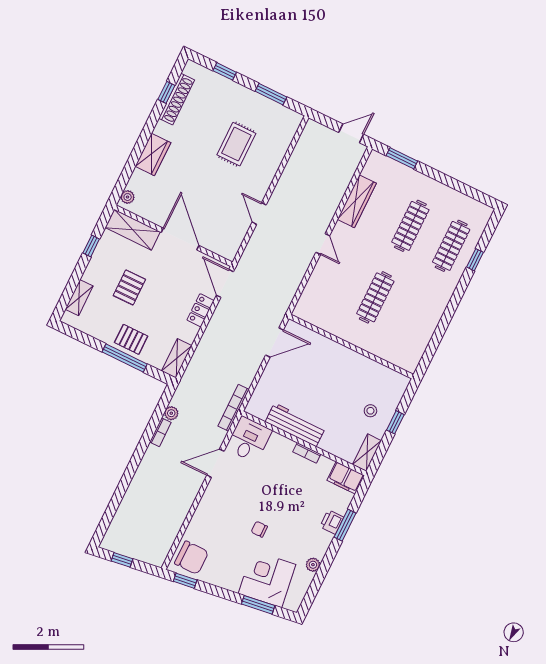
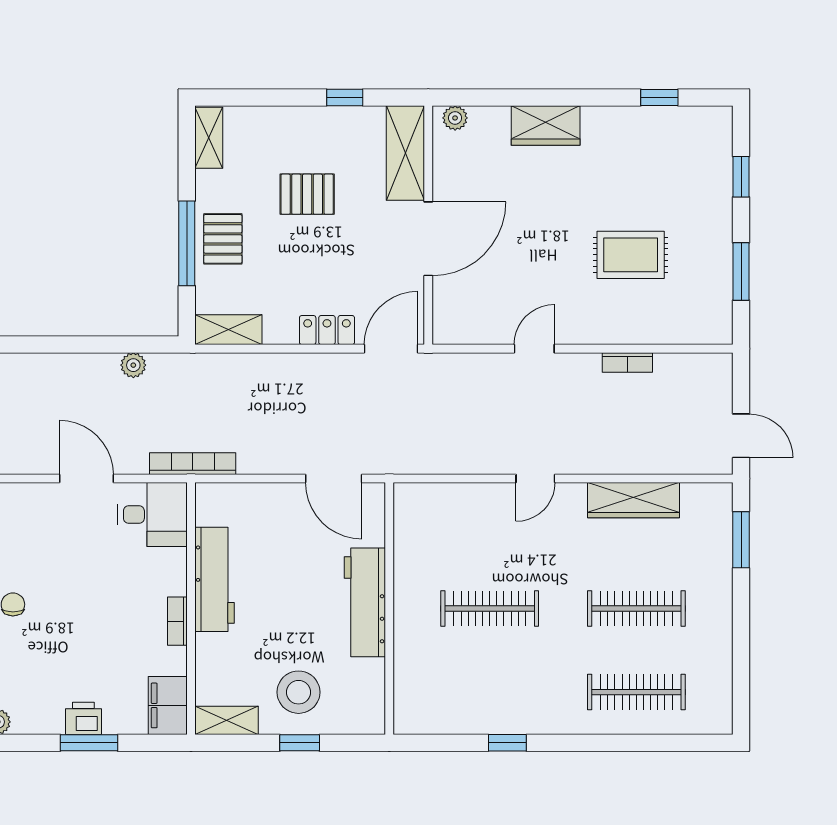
shoe rack: (177, 99) -> (657, 120), removed
window: (475, 260) -> (507, 743), moved
shelving: (79, 298) -> (209, 138), moved, turned 90
workbench: (342, 357) -> (365, 602), added
stool: (370, 411) -> (299, 692), width x1.89, depth x1.89
bookcase: (160, 432) -> (627, 363), moved

